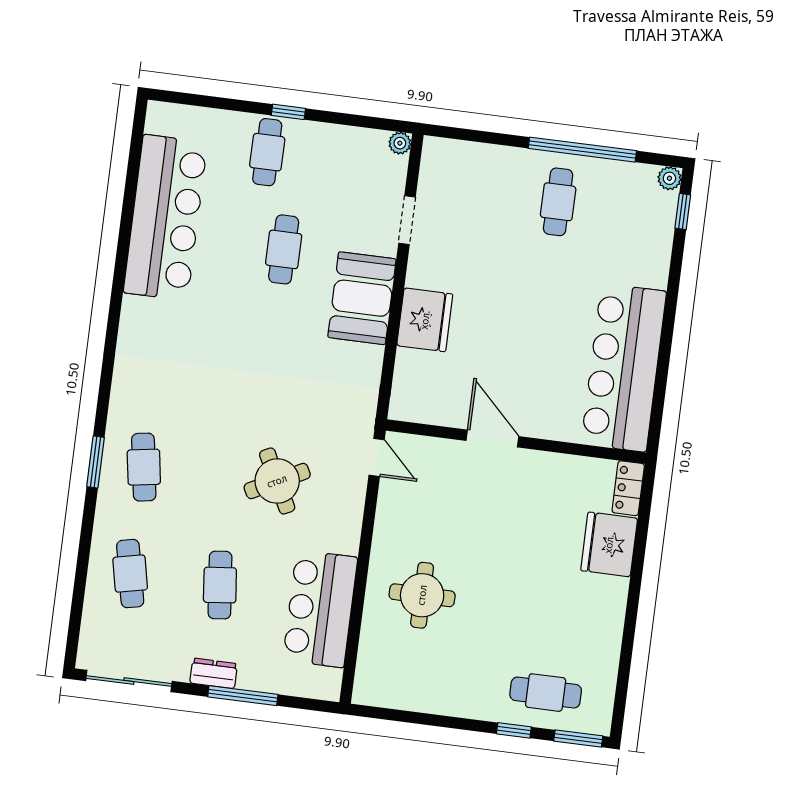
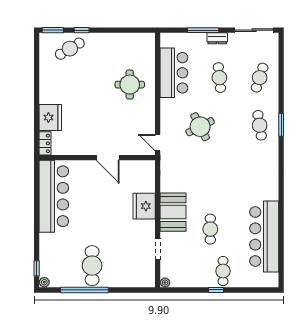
cafe table: (558, 202) -> (92, 266), width x1.37, depth x1.35
cafe table: (130, 574) -> (260, 78), turned 30
cafe table: (546, 693) -> (70, 49), turned -31

